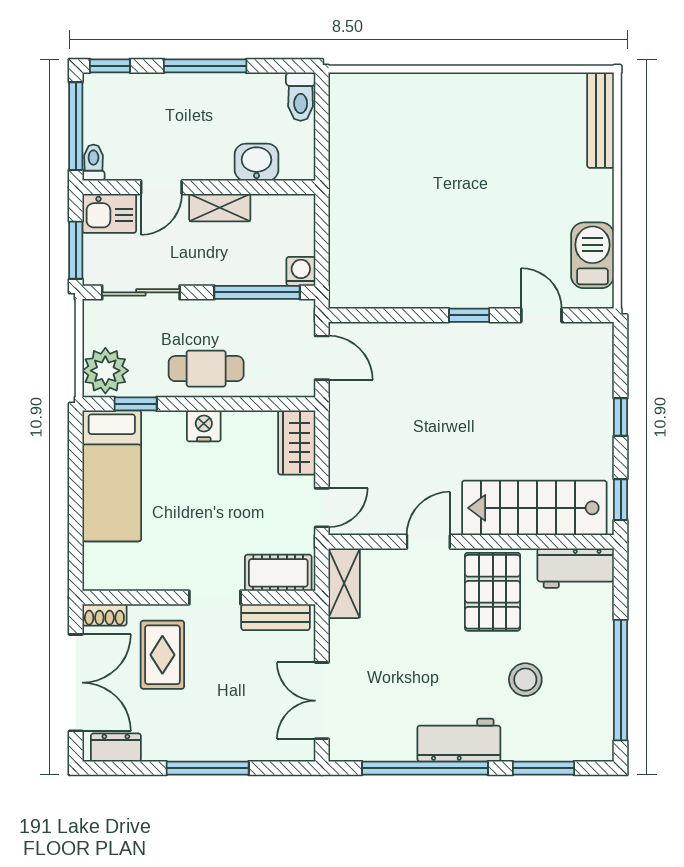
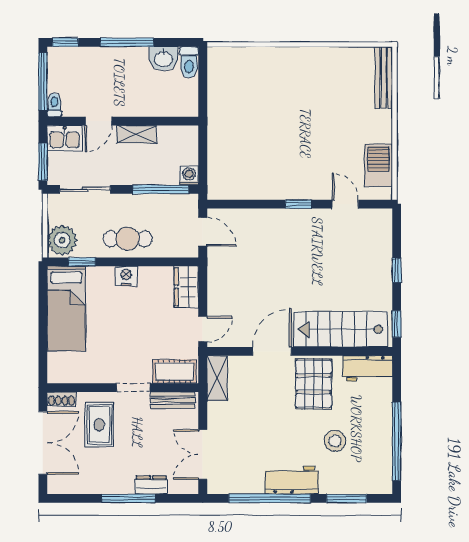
washbasin: (256, 162) -> (163, 59), moved, turned 180
door: (428, 542) -> (272, 351), width x1.38
dresser: (116, 748) -> (151, 485), moved

